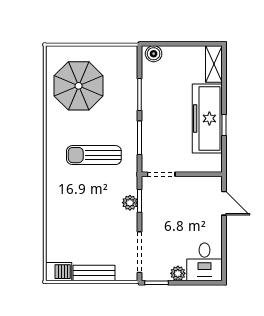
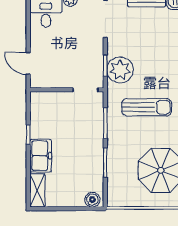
freezer: (207, 118) -> (41, 156), width x0.52, depth x0.79
plant: (130, 203) -> (120, 70), width x1.87, depth x1.87

